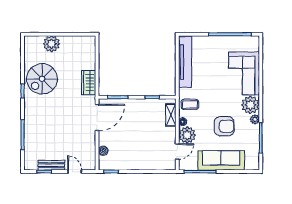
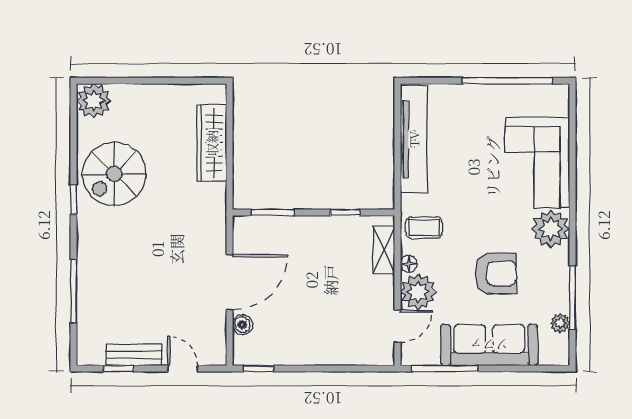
plant: (51, 44) -> (94, 101), moved
wardrobe: (89, 83) -> (212, 143), moved, width x1.50
door: (97, 118) -> (229, 282), moved
plant: (255, 119) -> (560, 323), moved

